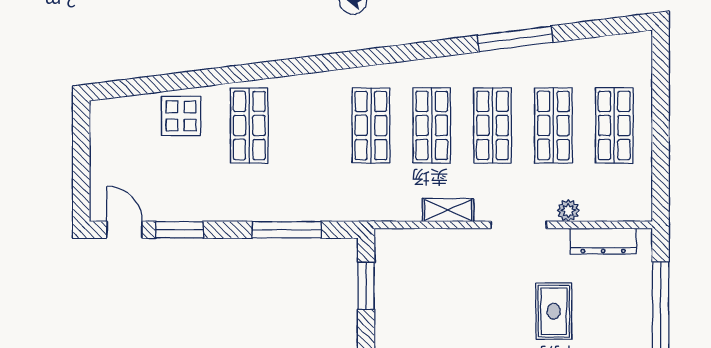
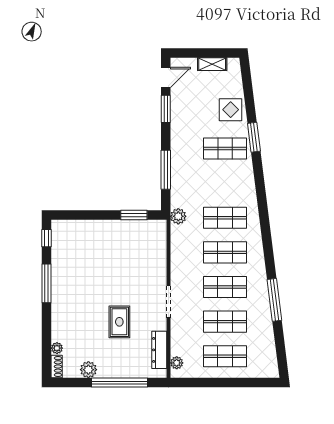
window: (229, 75) -> (254, 137), added
plant: (368, 208) -> (178, 216), added
shelving: (448, 210) -> (212, 64), moved, turned 90
plant: (568, 211) -> (177, 363), moved
rug: (554, 311) -> (119, 322), turned 90

